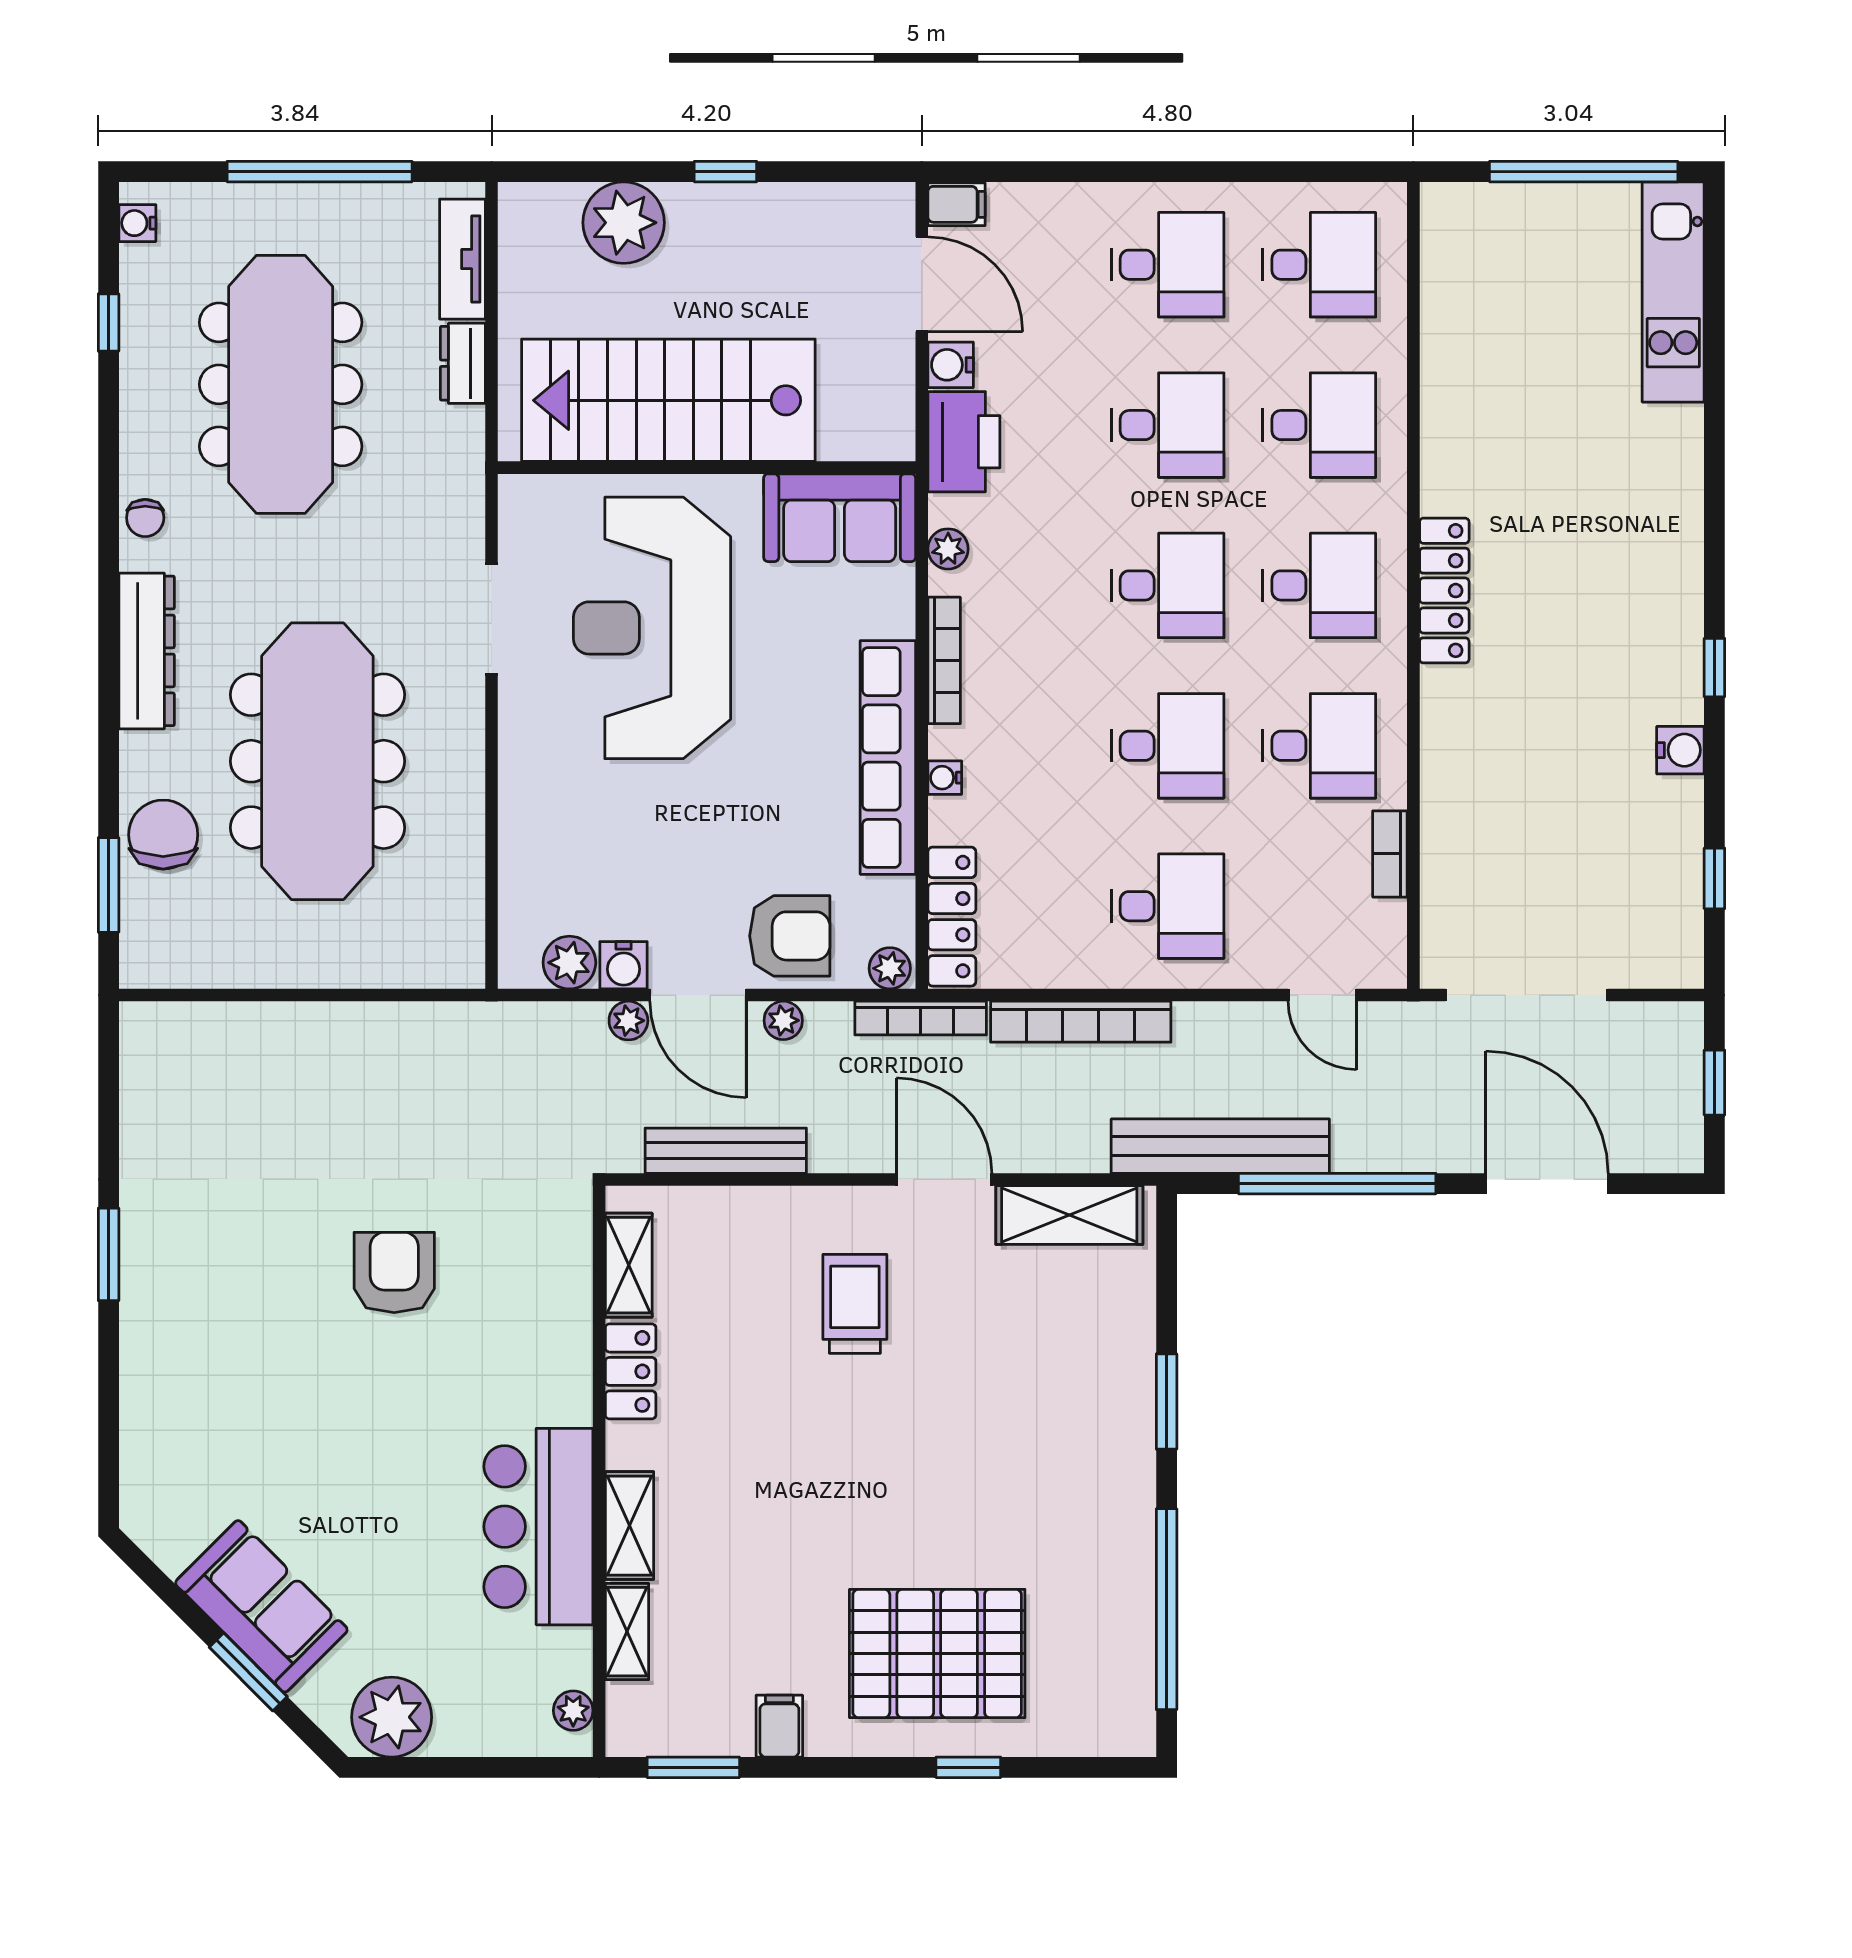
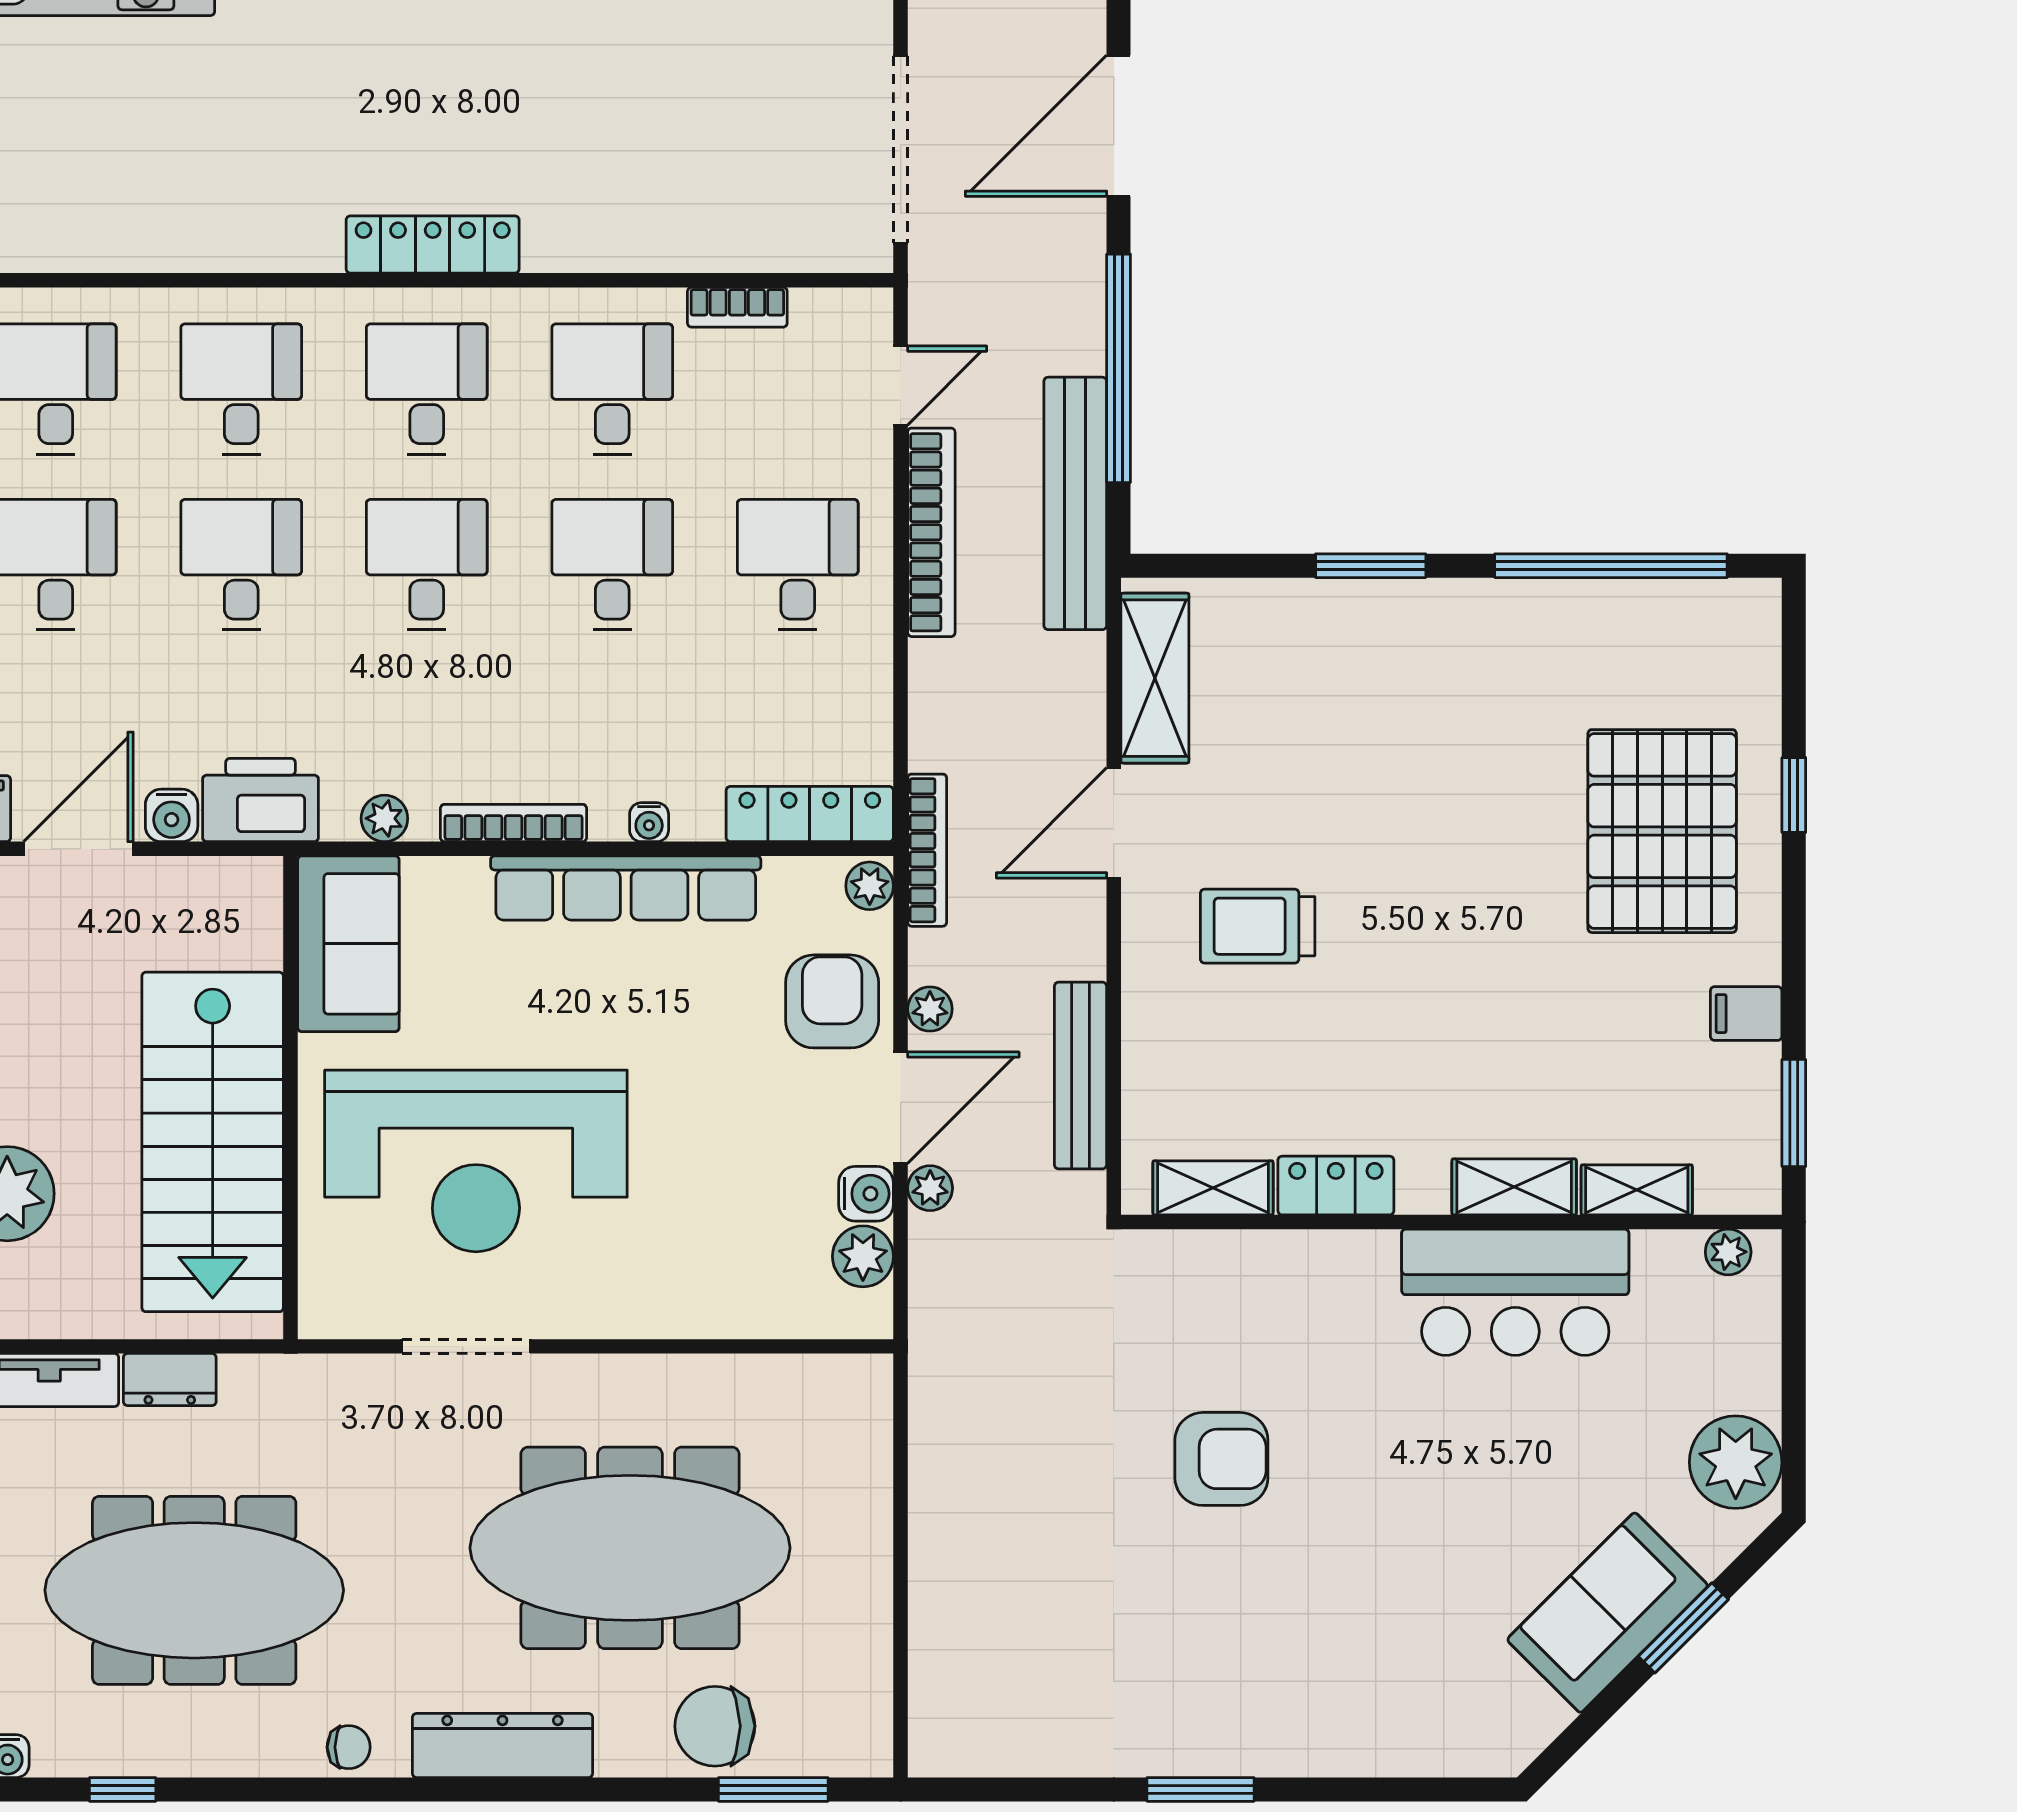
bookcase: (1081, 1022) -> (931, 532), moved
armchair: (394, 1272) -> (1221, 1459), turned 180

